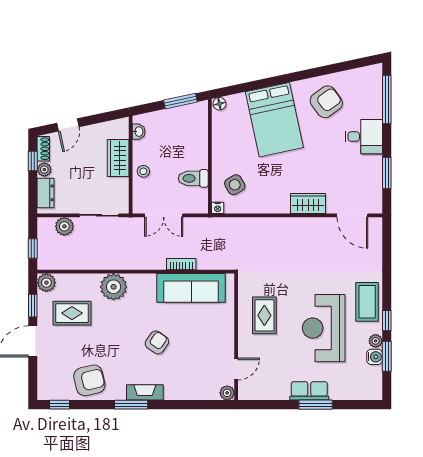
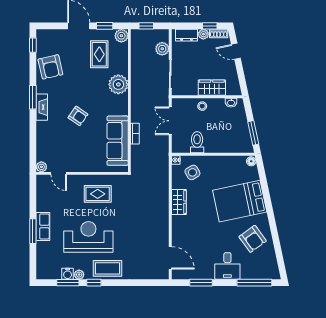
wardrobe: (308, 203) -> (179, 202), moved
door: (352, 215) -> (170, 258), swing flipped

